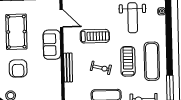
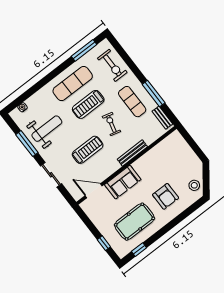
door: (61, 18) -> (94, 191), hinge flipped
treadmill: (95, 36) -> (88, 150), turned 90
armchair: (18, 68) -> (166, 196), turned 90

